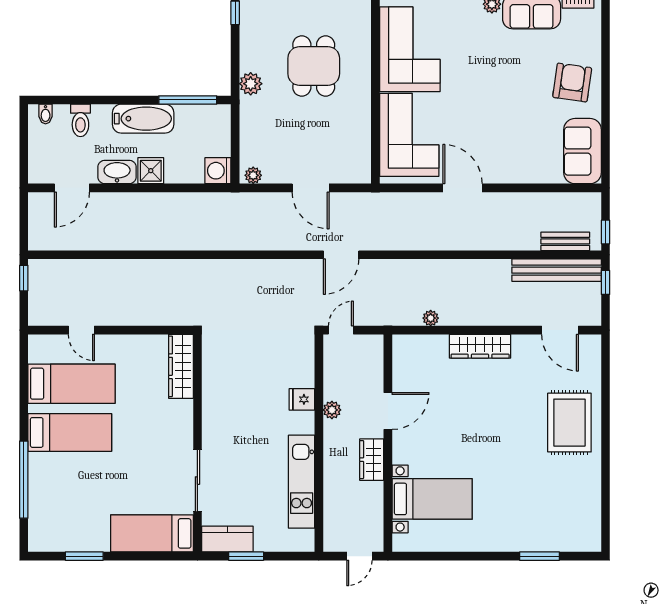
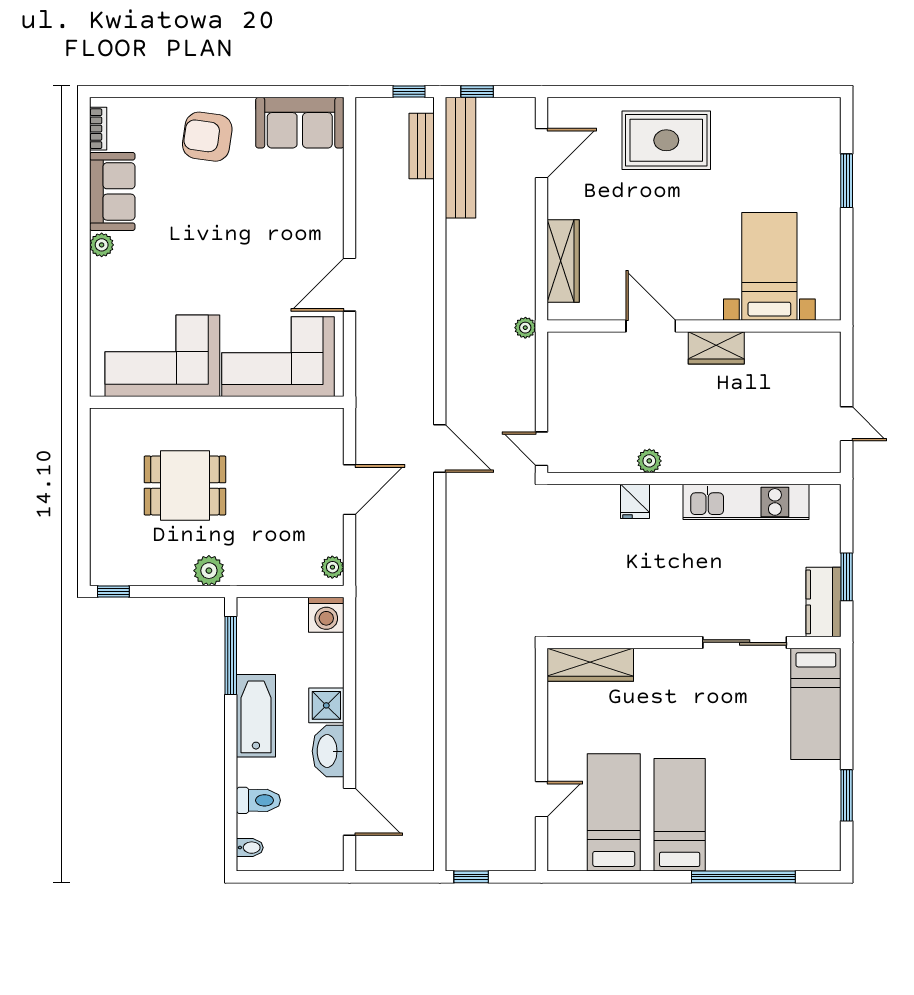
door: (388, 411) -> (651, 326), moved
wall: (388, 443) -> (694, 326), moved
wardrobe: (372, 460) -> (716, 348), moved
bed with nightstands: (432, 499) -> (769, 266), moved

